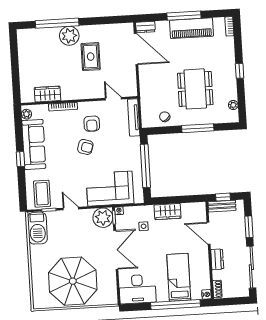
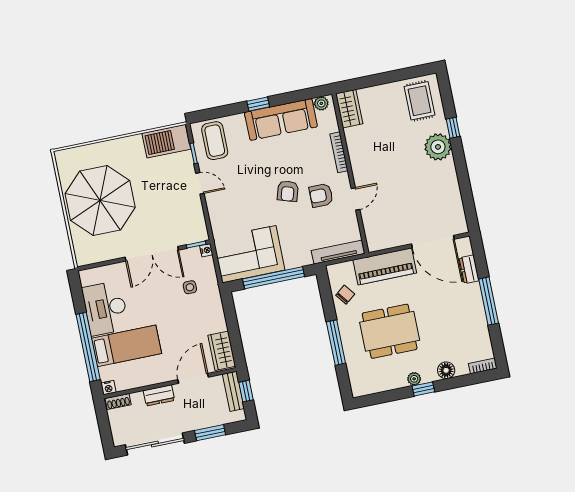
window: (57, 23) -> (453, 128), width x0.32
dresser: (145, 27) -> (469, 269), moved
piano: (191, 28) -> (385, 266), moved, turned -90
door: (136, 49) -> (433, 242), hinge flipped
floor lamp: (229, 53) -> (446, 370), added
rug: (91, 57) -> (419, 101), moved, turned 90
wardrobe: (47, 94) -> (349, 109), moved
door: (113, 99) -> (355, 199), moved
plant: (233, 105) -> (414, 379), moved
corner sofa: (110, 189) -> (249, 254), moved, turned -90
coffee table: (42, 194) -> (215, 141), turned 90
door: (71, 209) -> (200, 183), hinge flipped
wardrobe: (168, 212) -> (222, 351), moved
plant: (103, 218) -> (194, 229), removed
desk: (137, 289) -> (105, 308), moved

